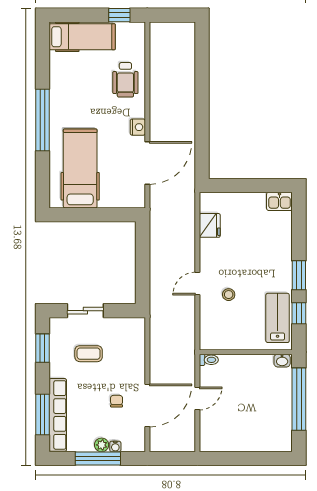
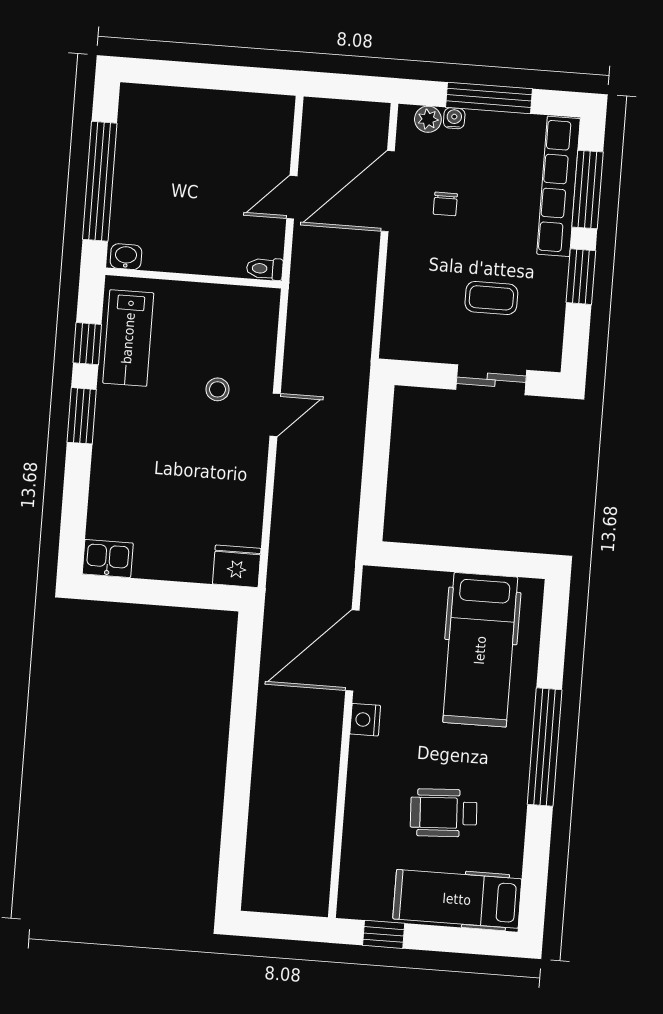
wheelchair: (125, 80) -> (444, 813), moved, turned -93
fridge: (210, 225) -> (237, 566), moved, turned 90
window: (42, 348) -> (581, 277), moved
plant: (102, 445) -> (428, 119), moved

